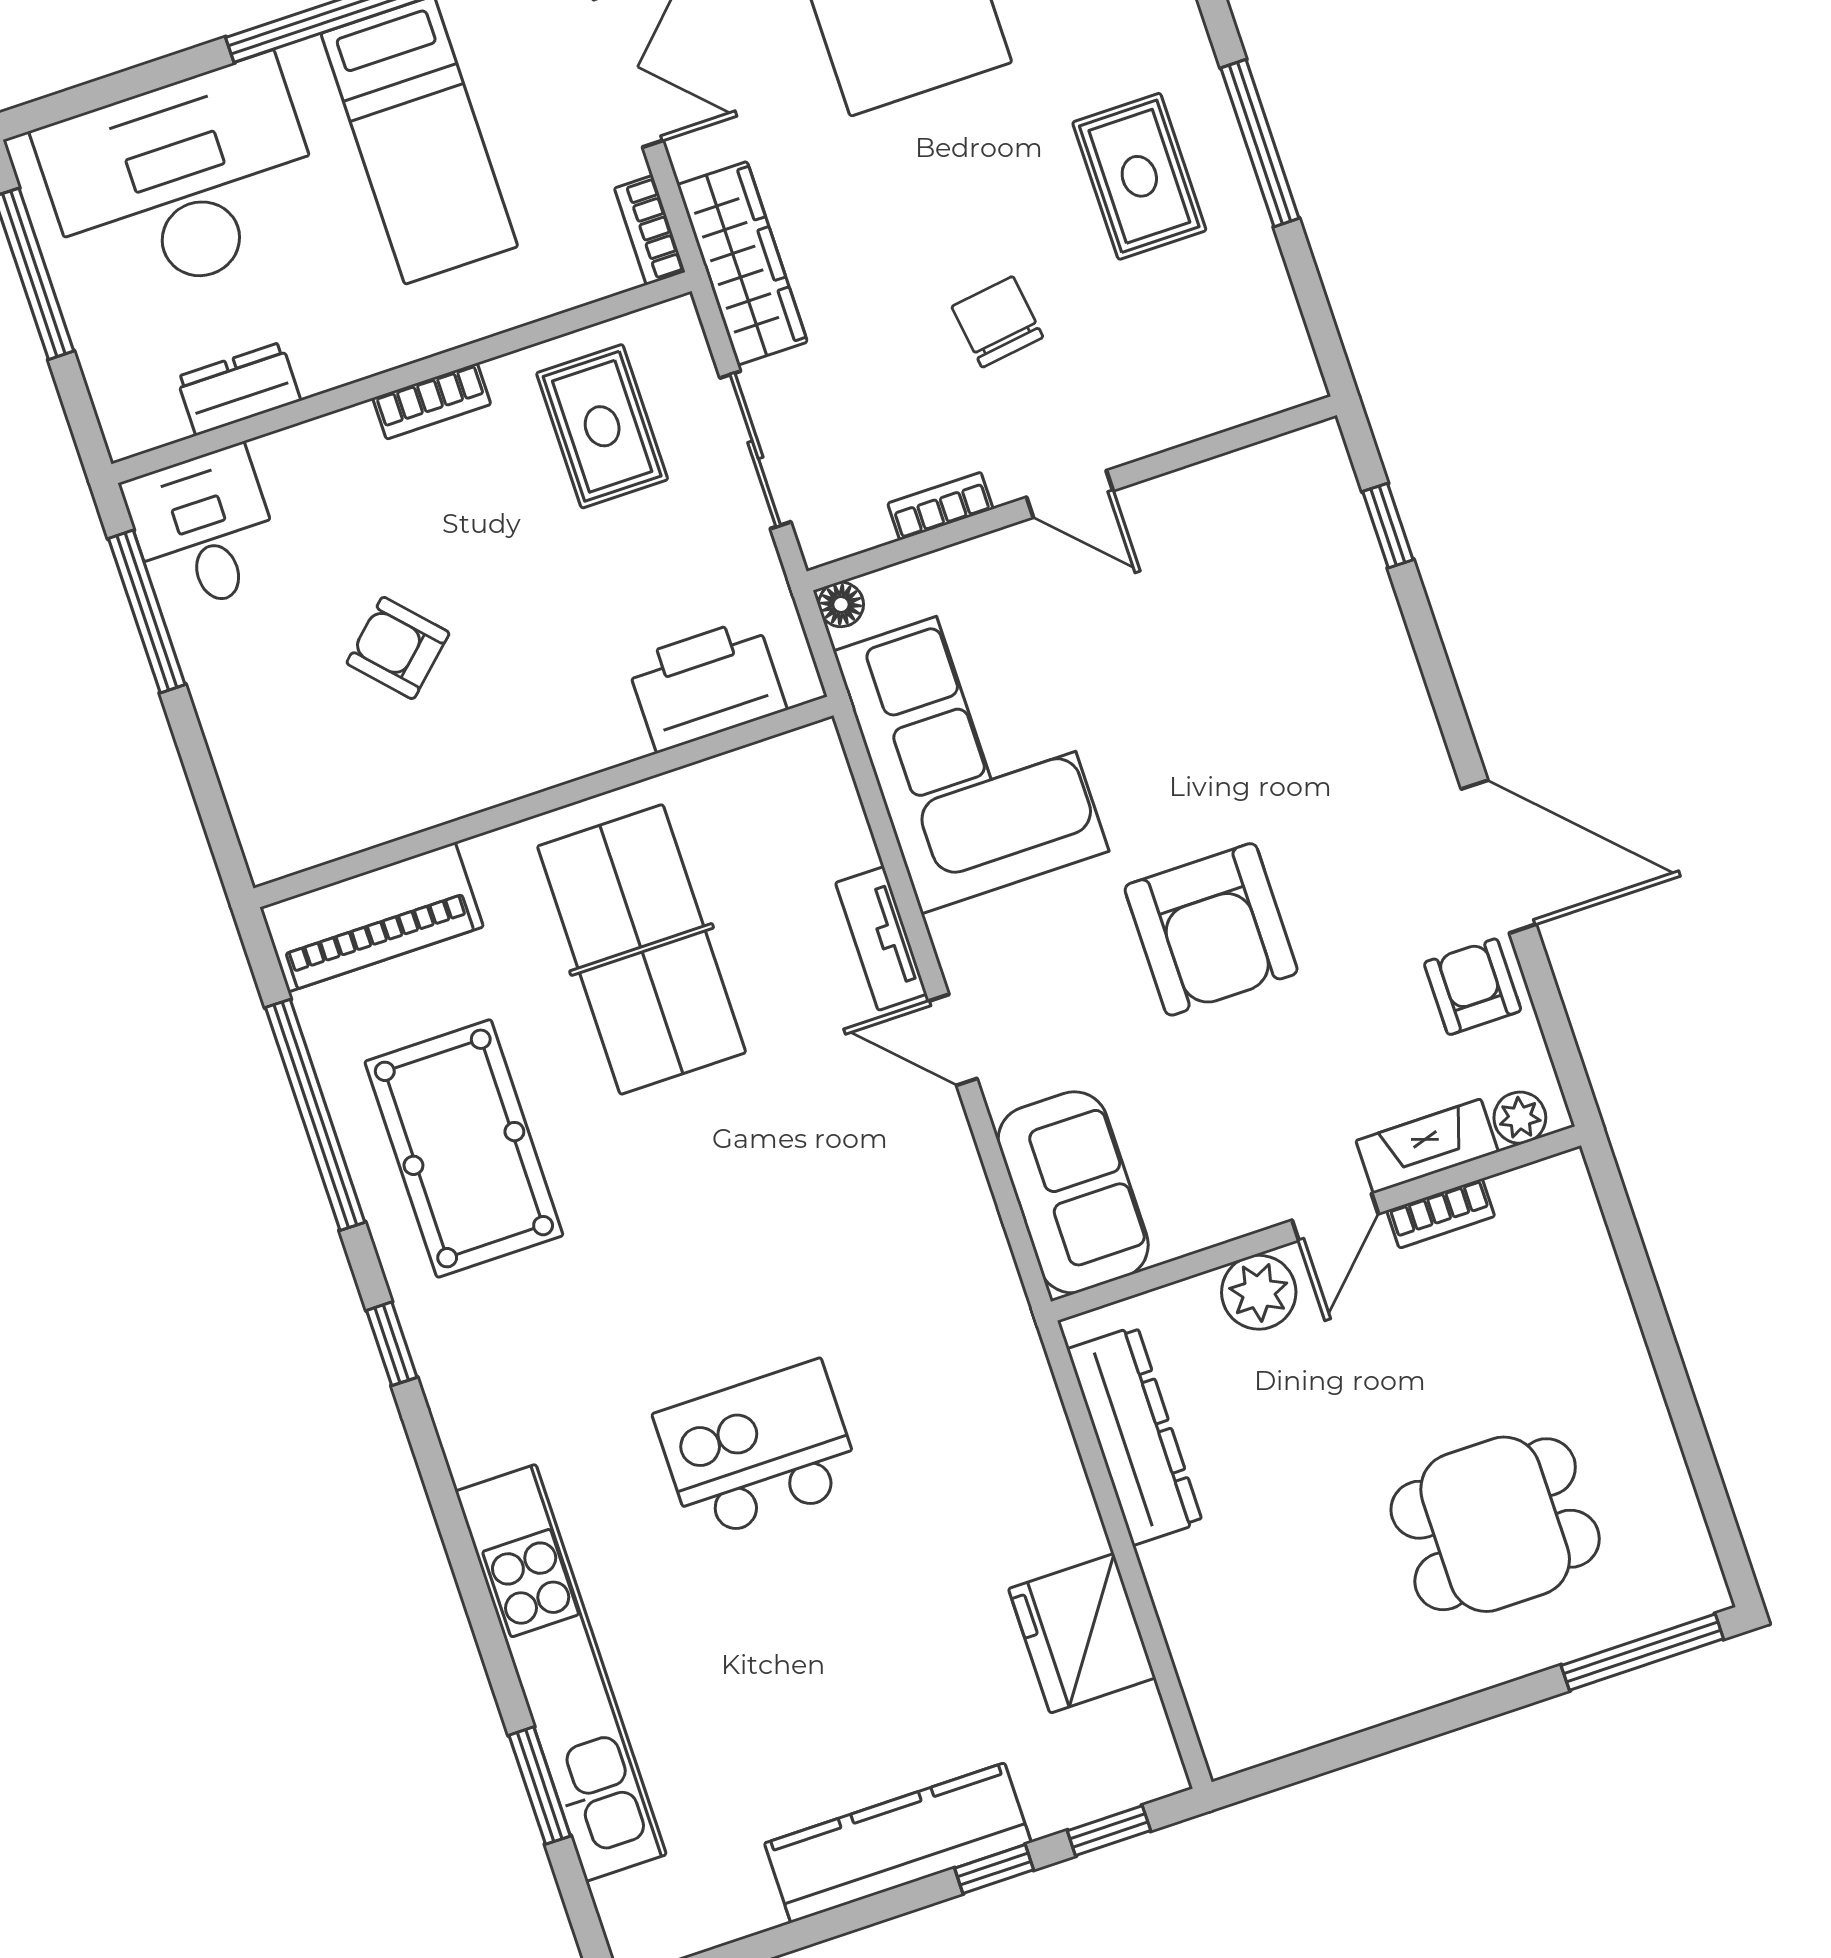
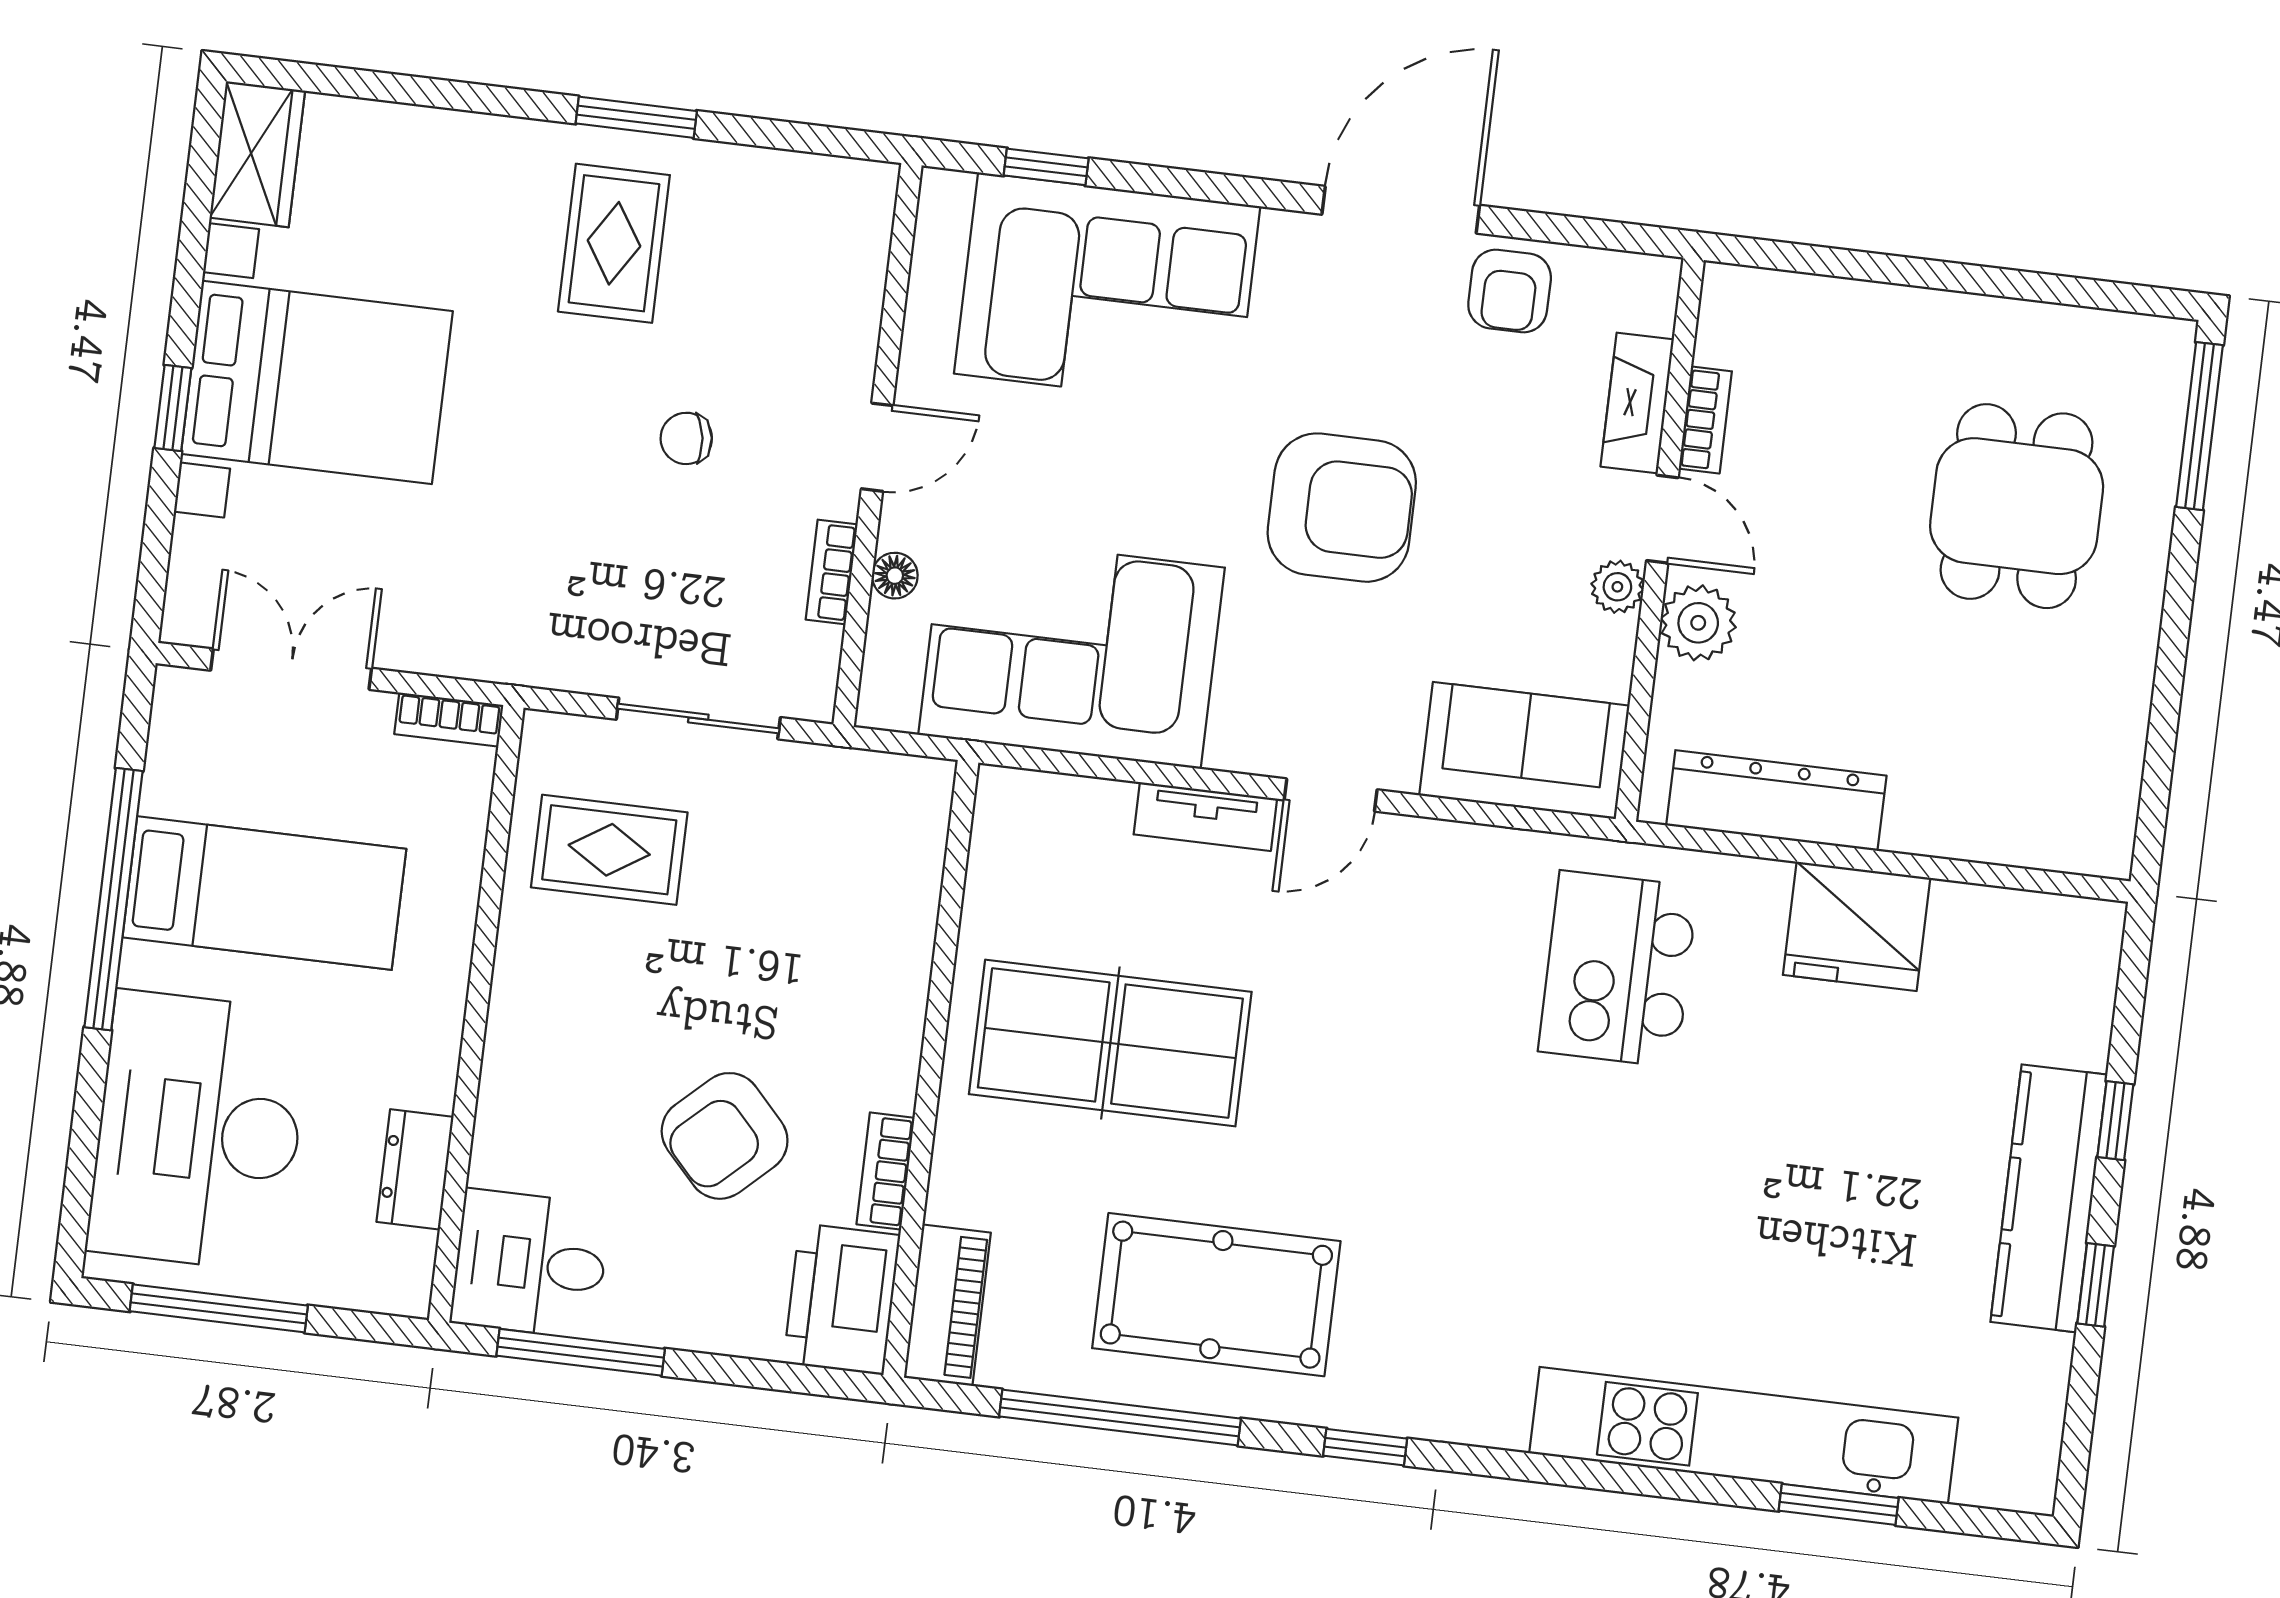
window: (1260, 143) -> (636, 117), width x0.69
rug: (1139, 176) -> (614, 243), turned 90
wardrobe: (742, 263) -> (520, 649), removed
chair: (997, 322) -> (686, 438), width x0.73, depth x0.73
bookcase: (432, 401) -> (886, 1171), moved, turned 180
floor lamp: (841, 604) -> (895, 576), moved
corner sofa: (1305, 631) -> (1107, 290), added
armchair: (398, 648) -> (725, 1136), width x1.38, depth x1.38
printer: (706, 685) -> (842, 1299), moved
piano: (372, 917) -> (947, 1305), width x0.73, depth x0.75
armchair: (1473, 987) -> (1510, 291), turned -90
plant: (1520, 1118) -> (1617, 587), moved
kitchen island: (758, 1450) -> (1618, 969), moved
fridge: (1082, 1633) -> (1857, 926), moved
window: (1109, 1831) -> (2096, 1285), moved

